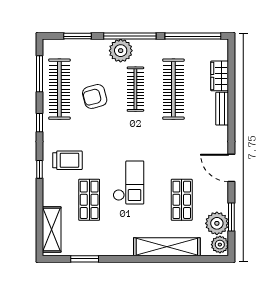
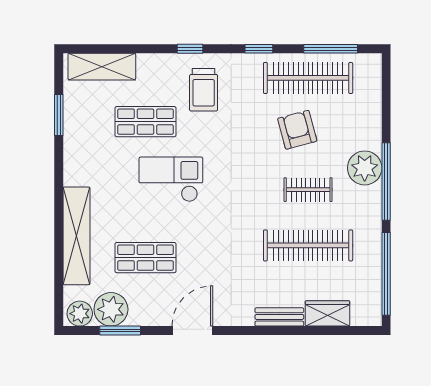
window: (78, 36) -> (386, 105), removed
clothes rail: (135, 89) -> (308, 190), width x0.73
checkout: (128, 182) -> (171, 179), turned 180

